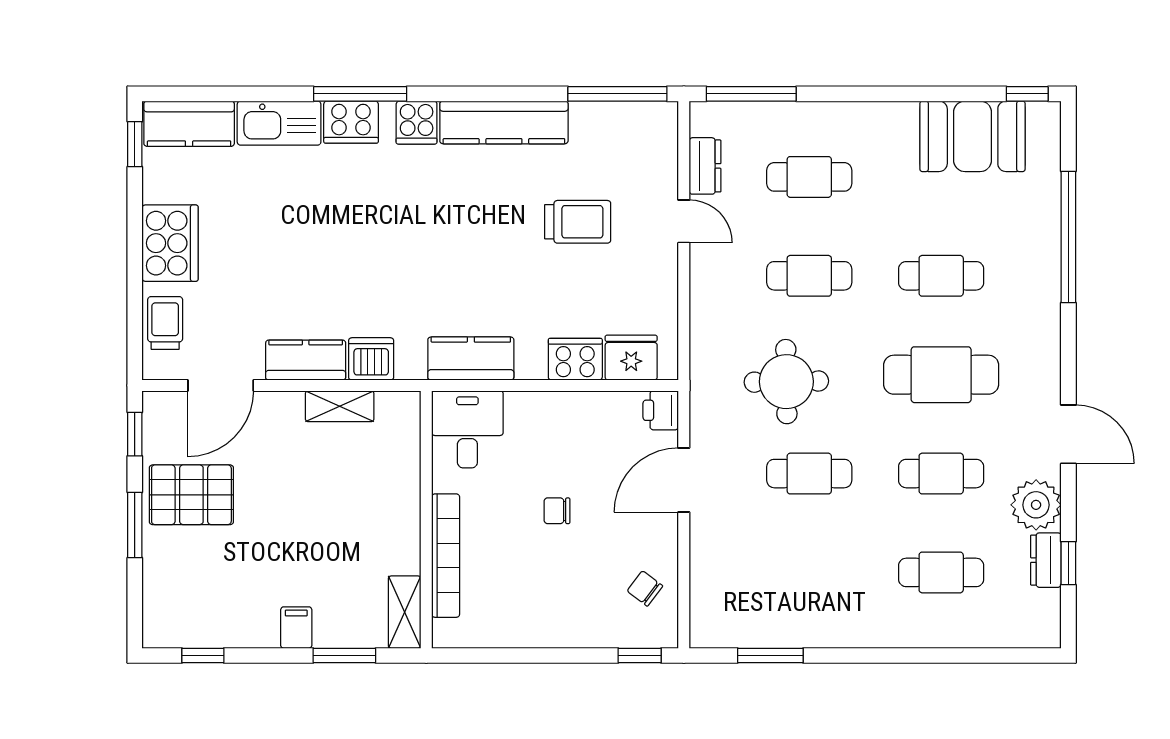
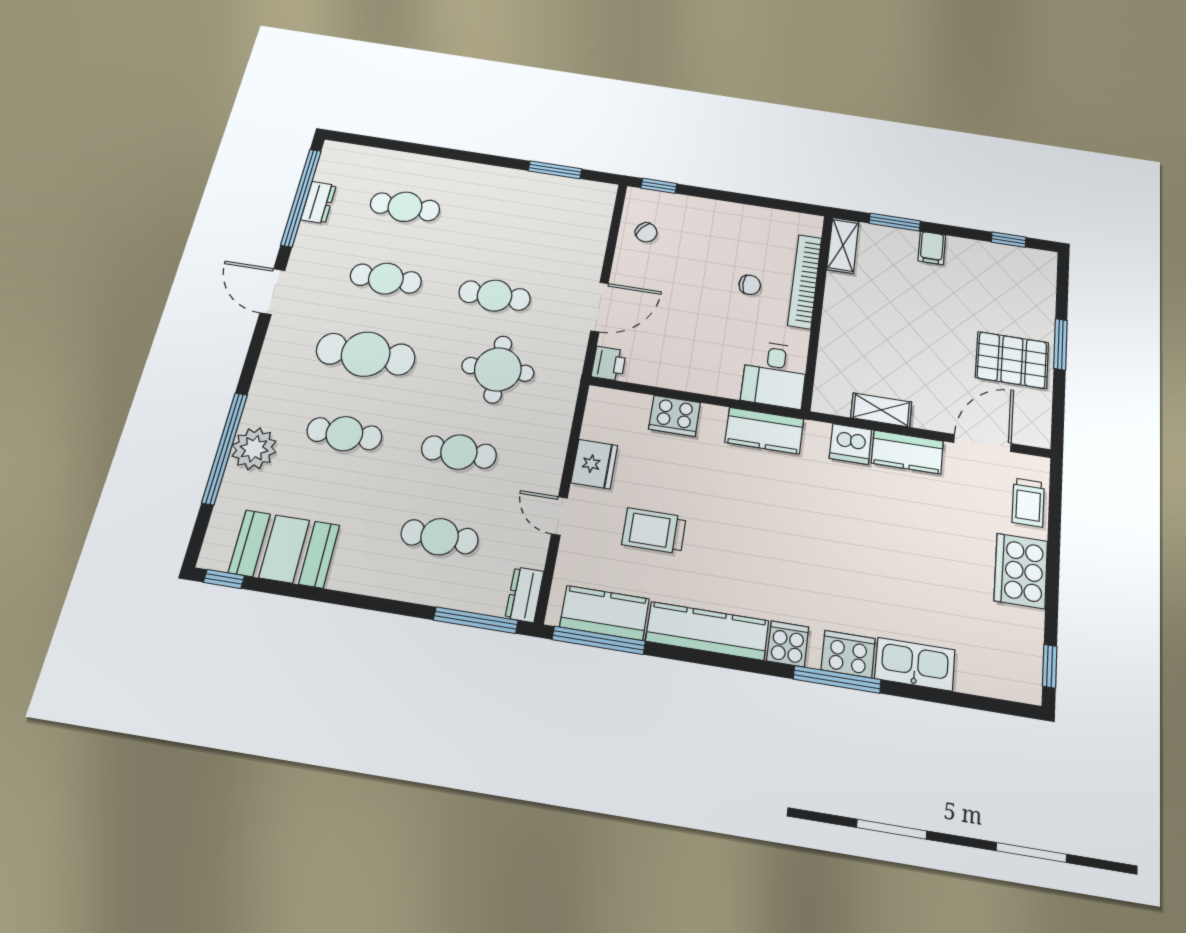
kitchen counter: (189, 124) -> (604, 613), moved
dresser: (705, 166) -> (524, 595), moved
fridge: (631, 358) -> (594, 464), moved, turned -90
window: (135, 434) -> (1058, 415), removed
plant: (1036, 505) -> (254, 449), moved
chair: (557, 511) -> (750, 285), moved
window: (1068, 563) -> (301, 197), width x3.17

